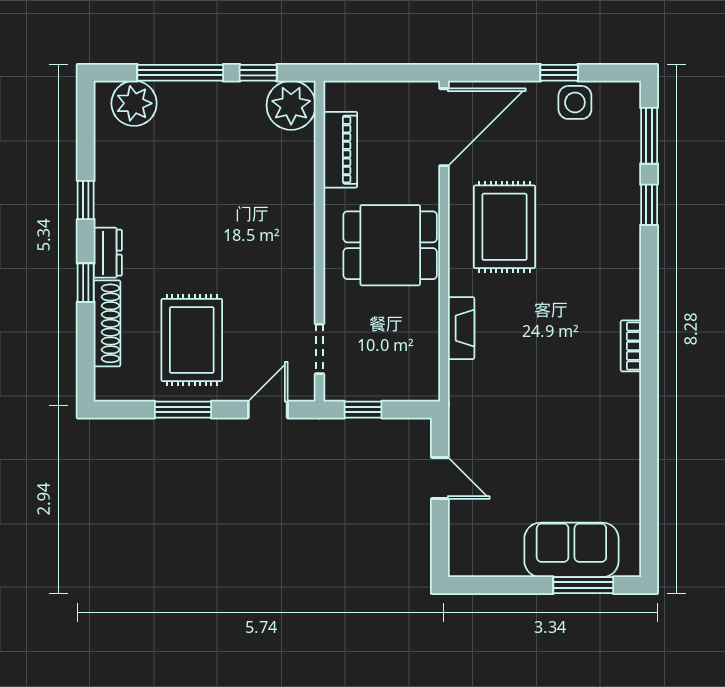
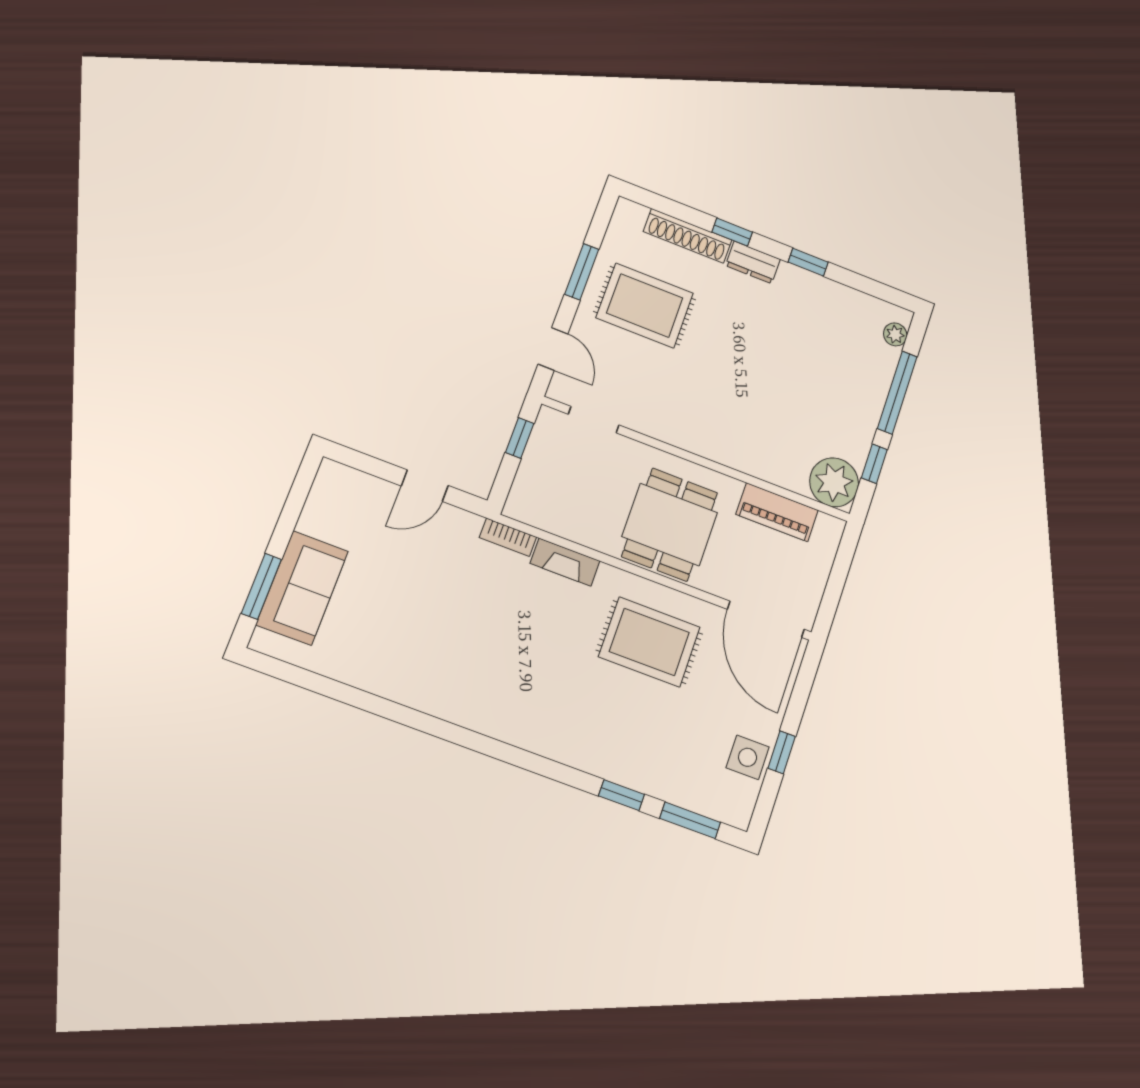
plant: (134, 103) -> (895, 334), width x0.53, depth x0.53
bookcase: (631, 346) -> (508, 537), moved, turned 180

